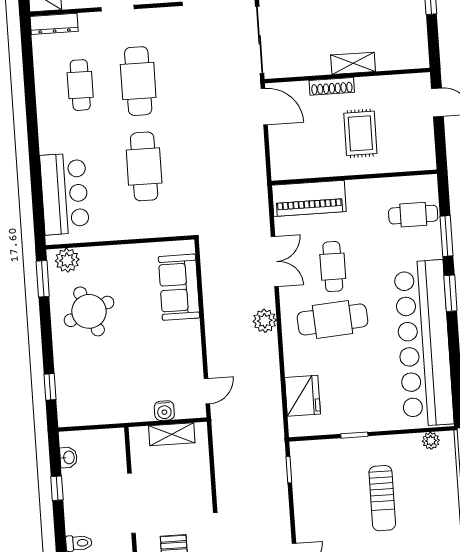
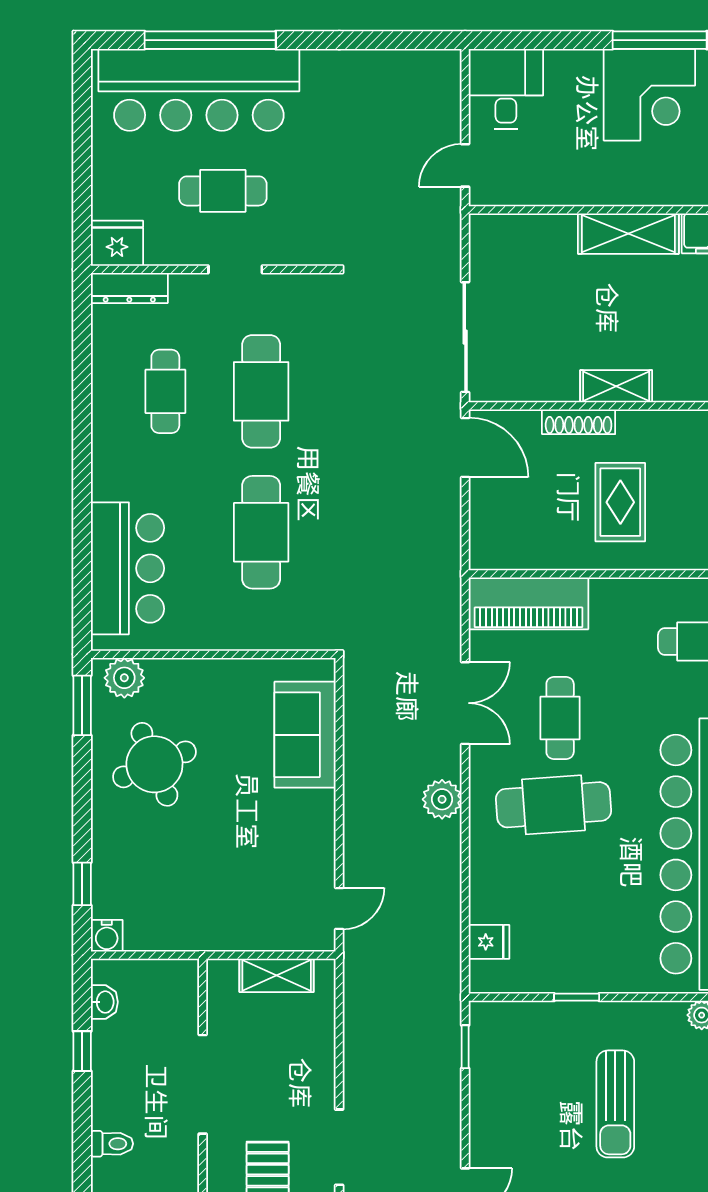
fridge: (303, 396) -> (489, 942), width x0.53, depth x0.75
water cooler: (164, 411) -> (107, 936), moved

